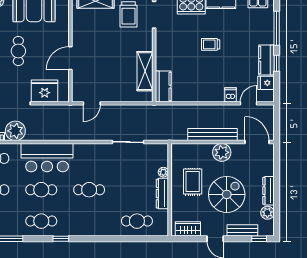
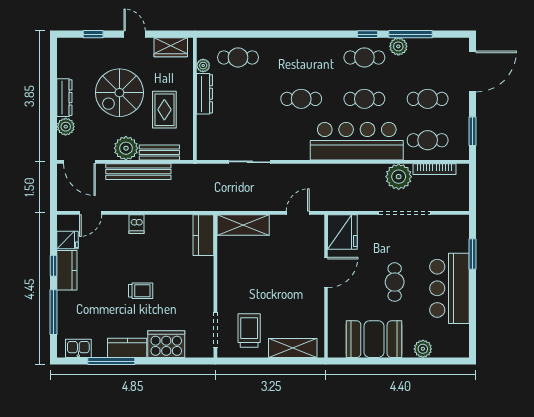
shelving: (145, 71) -> (243, 225), moved, turned 90
fridge: (45, 91) -> (342, 232), moved, turned -90
dishwasher: (231, 95) -> (137, 224), moved
bar counter: (47, 158) -> (357, 141), width x1.36
plant: (163, 172) -> (203, 66), moved
plant: (267, 213) -> (66, 127), moved
plant: (16, 229) -> (398, 46), added
bench: (242, 230) -> (159, 153), moved
window: (61, 239) -> (367, 34), moved
window: (259, 239) -> (93, 34), moved

